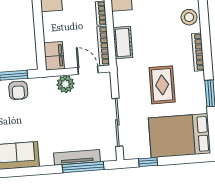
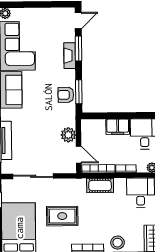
filing cabinet: (54, 56) -> (118, 127), moved
door: (88, 70) -> (79, 155), hinge flipped

